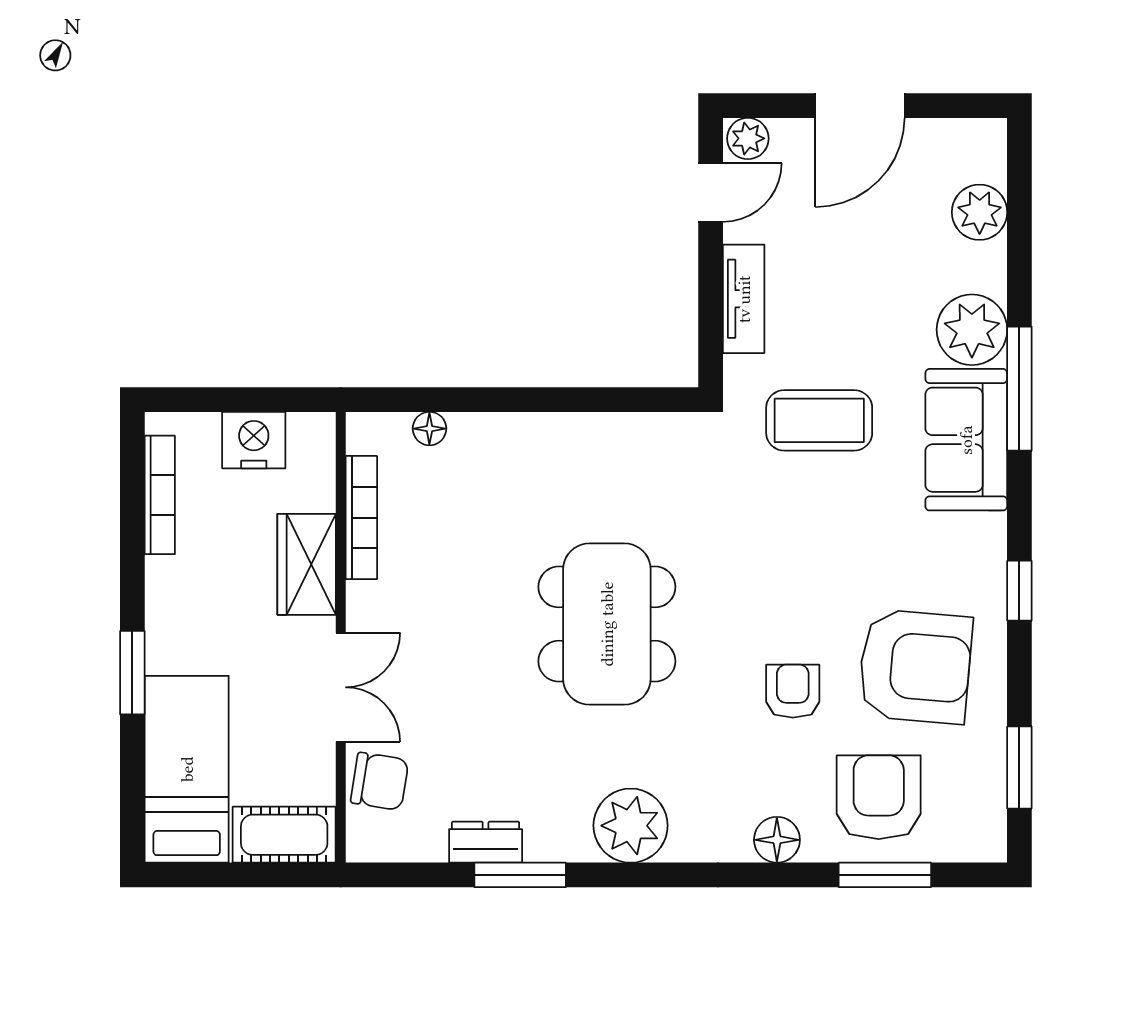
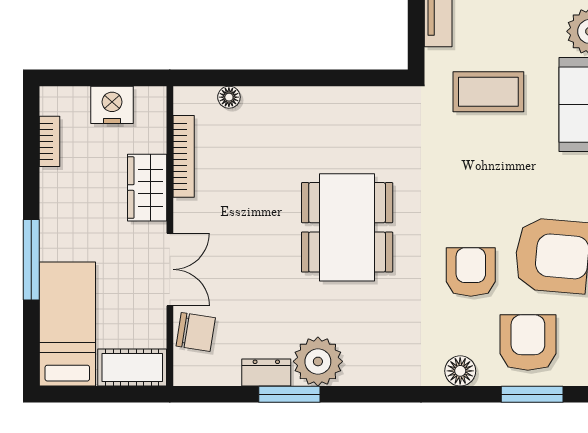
bookcase: (160, 495) -> (49, 141), width x0.64
window: (132, 673) -> (31, 260), width x1.44
armchair: (793, 691) -> (471, 272), width x1.38, depth x1.38
plant: (631, 826) -> (318, 361), moved

